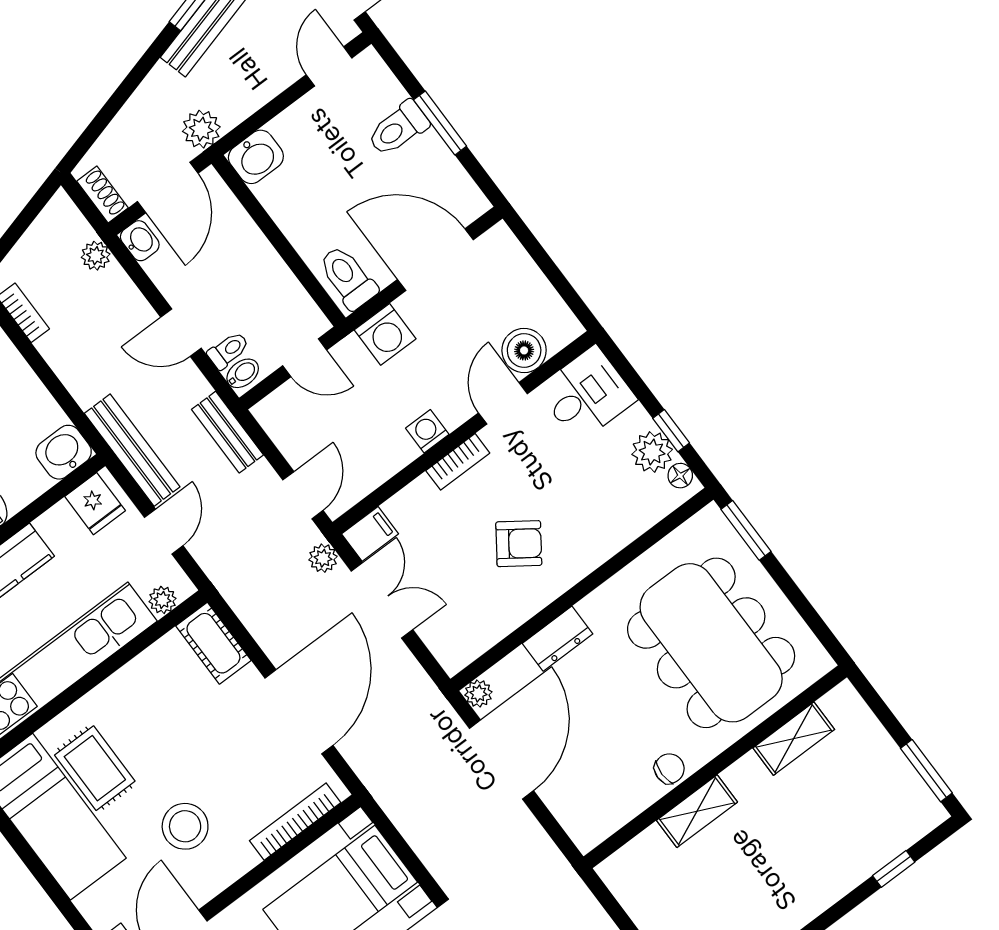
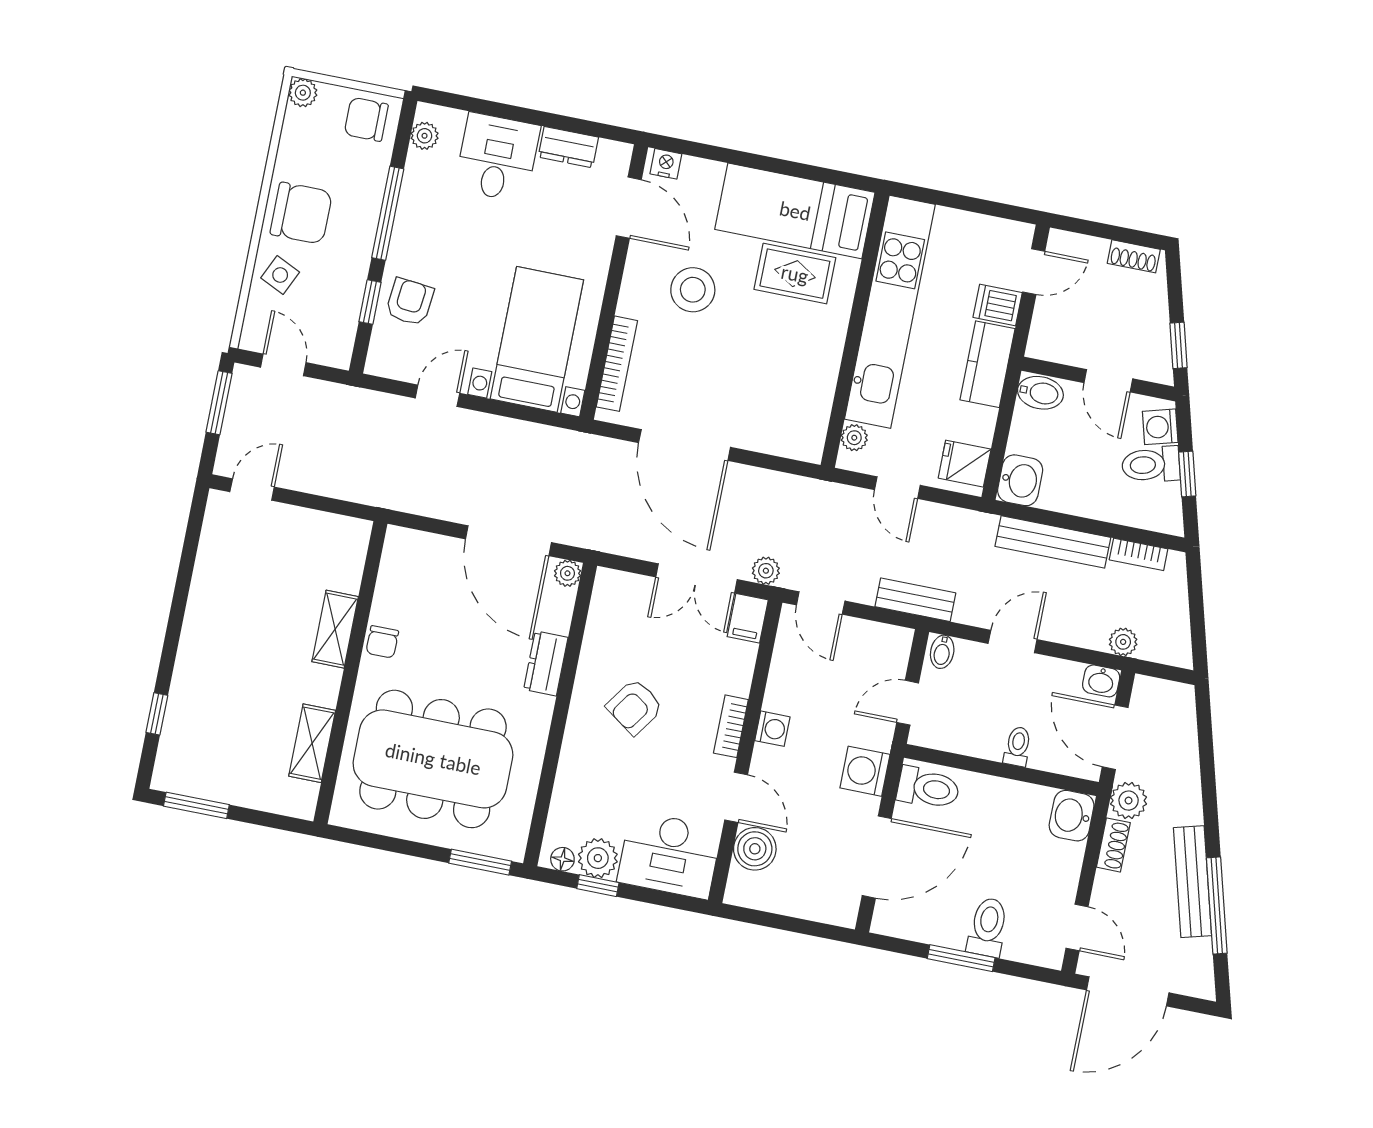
shoe rack: (102, 195) -> (1113, 845), moved, turned -90
toilet: (228, 350) -> (1018, 746), moved, turned 180
desk: (587, 394) -> (669, 855), width x1.37
bench: (132, 450) -> (1053, 542), moved
cot: (213, 643) -> (790, 439), removed

